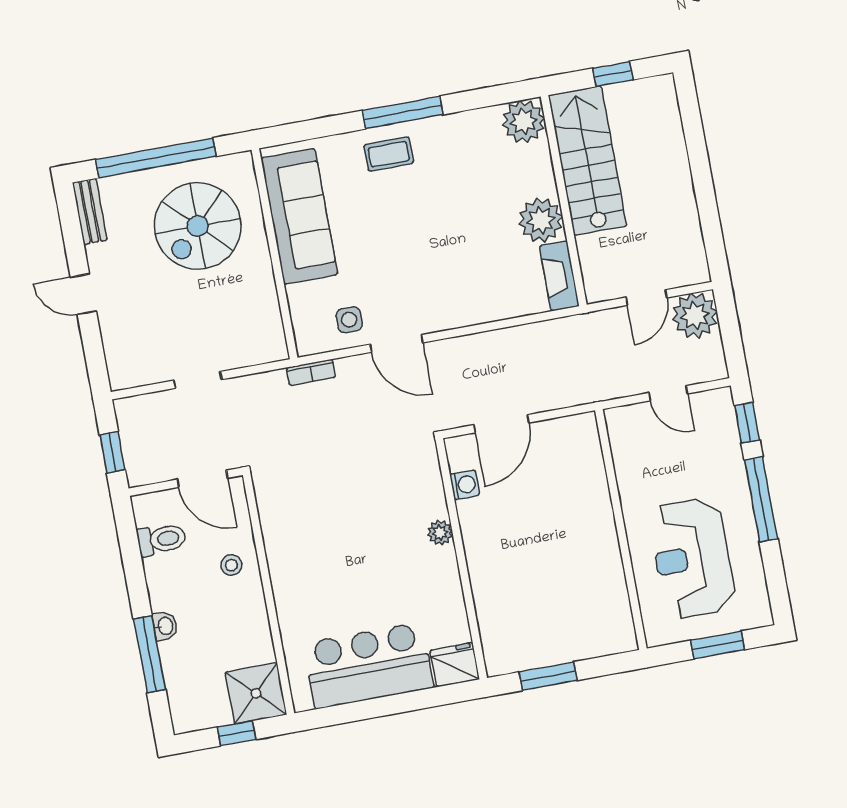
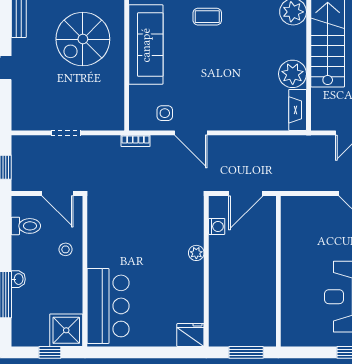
wall: (621, 529) -> (278, 271), moved
bar counter: (369, 665) -> (108, 306), moved, turned 90

